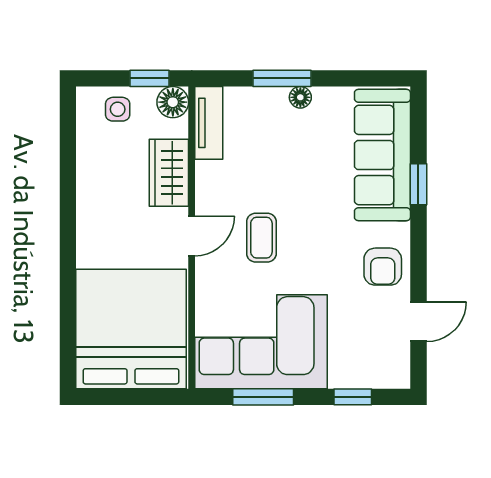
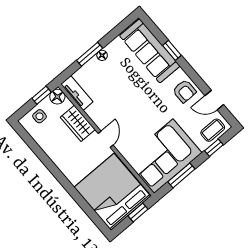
coffee table: (261, 238) -> (213, 130), moved, turned 90
door: (418, 322) -> (214, 100), swing flipped
window: (144, 397) -> (138, 213), added

